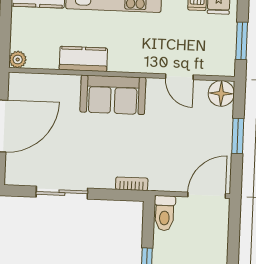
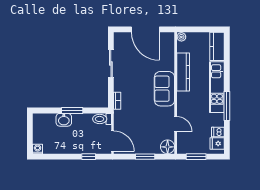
kitchen counter: (83, 59) -> (183, 72), width x1.50
door: (179, 77) -> (176, 124), swing flipped
window: (234, 241) -> (89, 157), added

